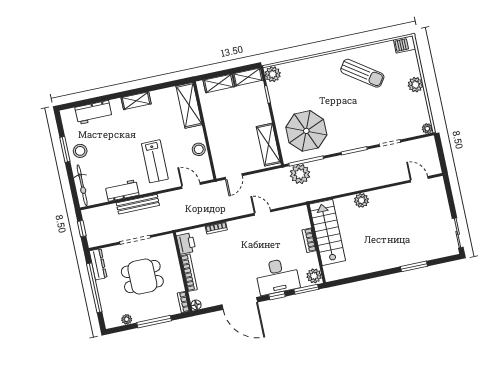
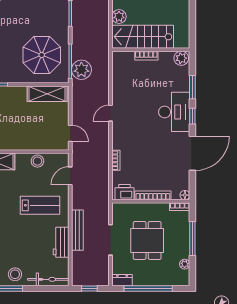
stairs: (327, 232) -> (143, 37), moved
bookcase: (309, 240) -> (146, 56), moved
wall: (316, 243) -> (151, 50), moved
dresser: (98, 264) -> (122, 280), width x0.70
plant: (314, 276) -> (181, 58), moved

